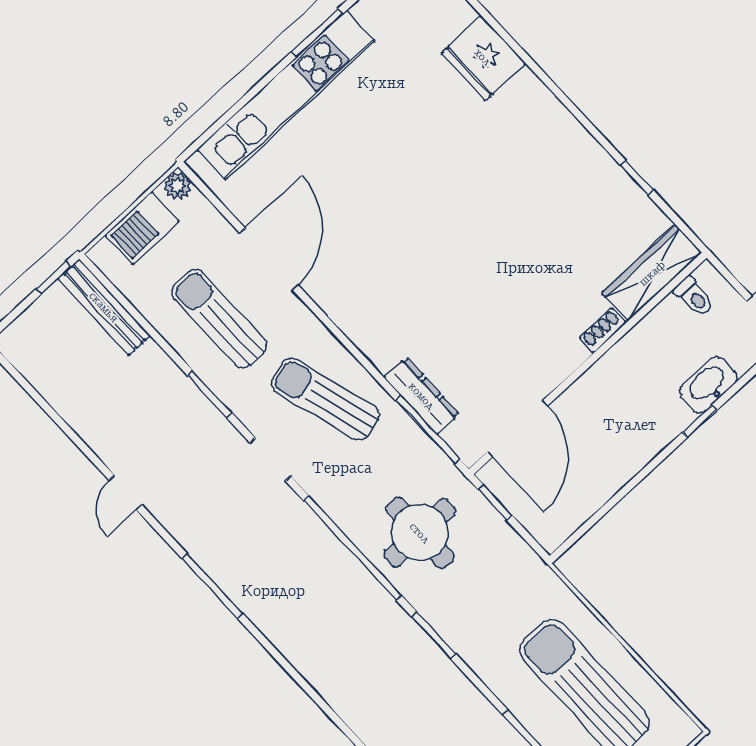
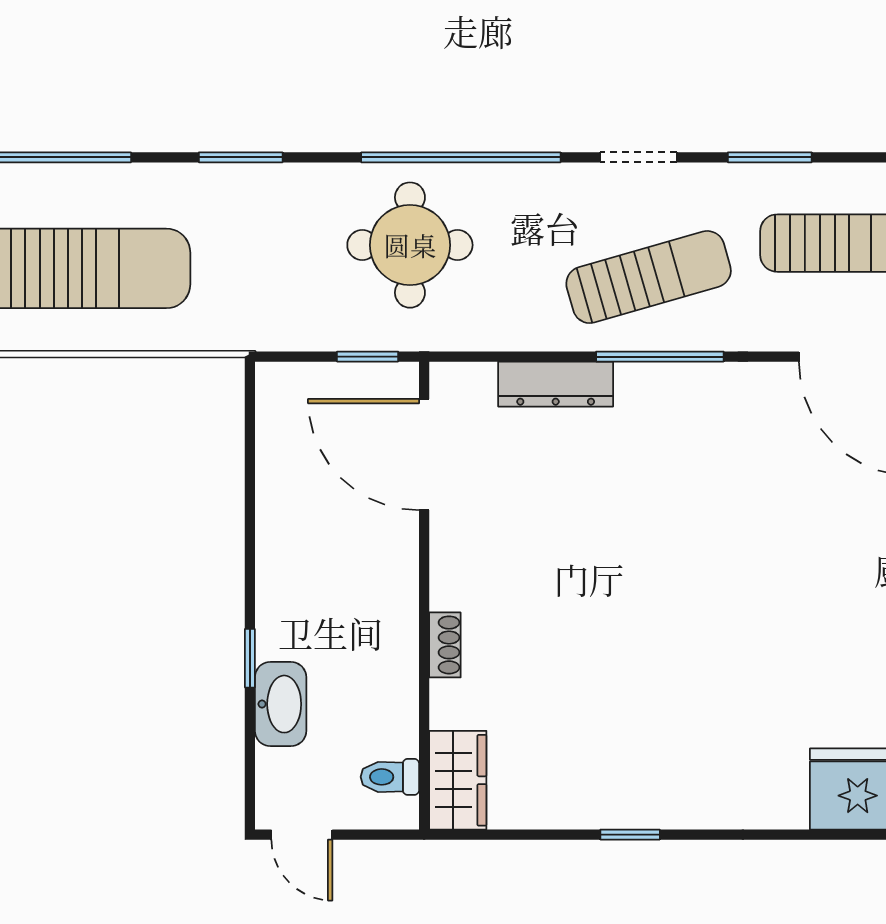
window: (637, 177) -> (630, 835), moved
wardrobe: (652, 273) -> (458, 780), width x0.67
window: (427, 430) -> (660, 357), moved
window: (434, 635) -> (241, 157), moved

